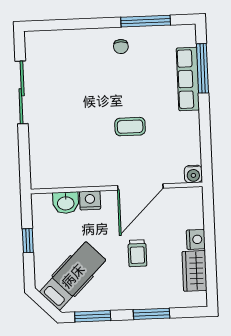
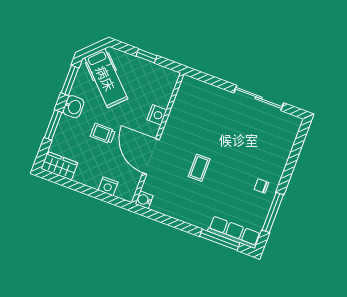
row of seats: (188, 79) -> (234, 232), moved
washbasin: (66, 203) -> (73, 107), moved, turned 180
nightstand: (196, 239) -> (108, 186), moved
wardrobe: (195, 271) -> (59, 166), moved

